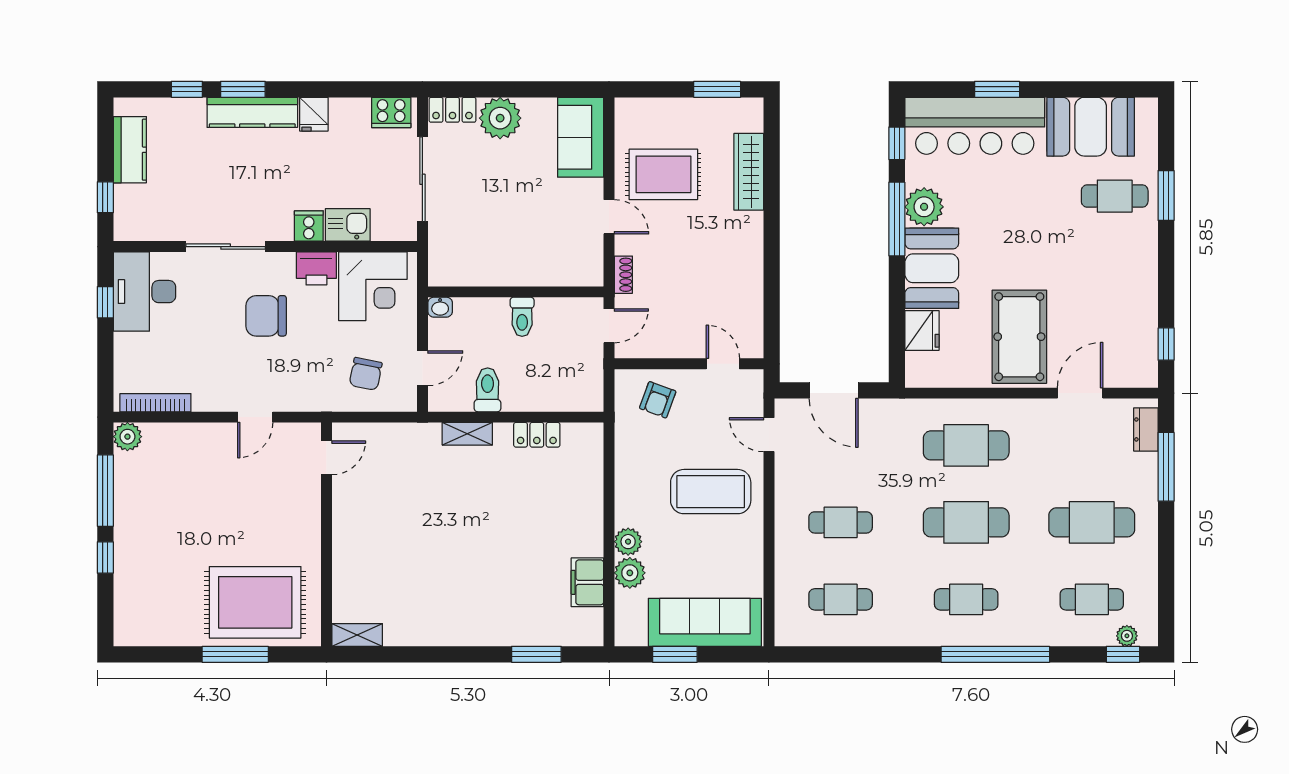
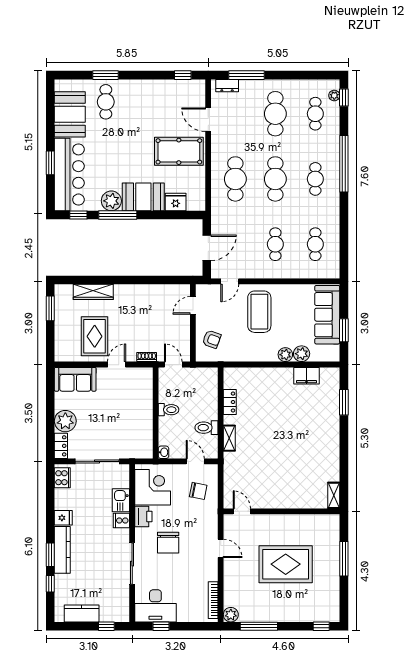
window: (105, 558) -> (321, 626), moved
rug: (255, 602) -> (286, 564), moved, turned 90

